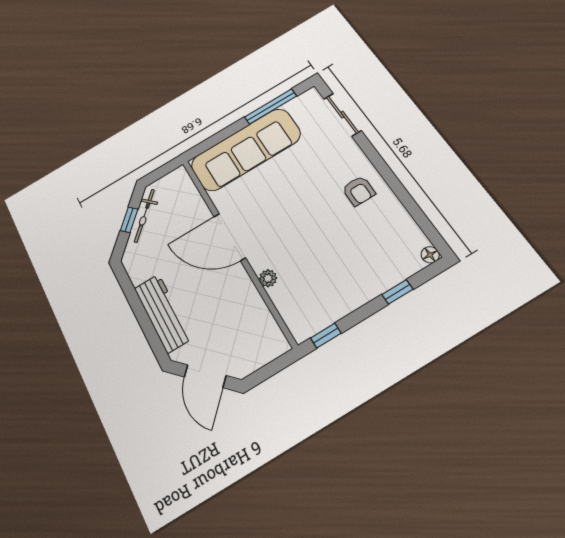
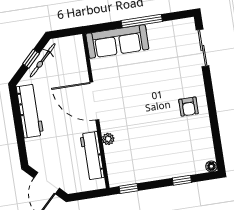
window: (271, 106) -> (142, 21), moved
sofa: (246, 149) -> (117, 41), width x0.74, depth x0.79
workbench: (255, 311) -> (92, 156), added
workbench: (163, 313) -> (30, 111), moved

